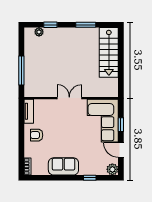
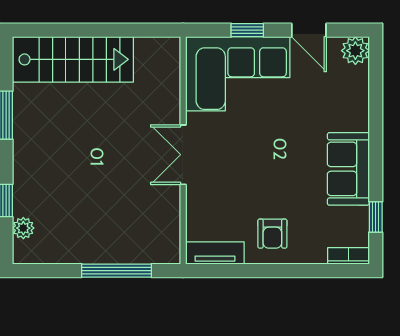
door: (121, 150) -> (309, 30), hinge flipped
window: (90, 178) -> (376, 217), moved

